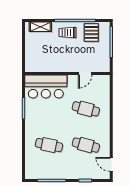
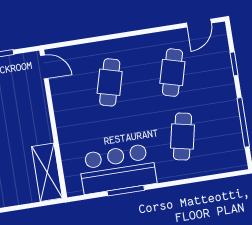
shelving: (41, 66) -> (47, 172), added
door: (85, 73) -> (44, 67), moved
bar counter: (46, 86) -> (118, 169), moved, turned -90

